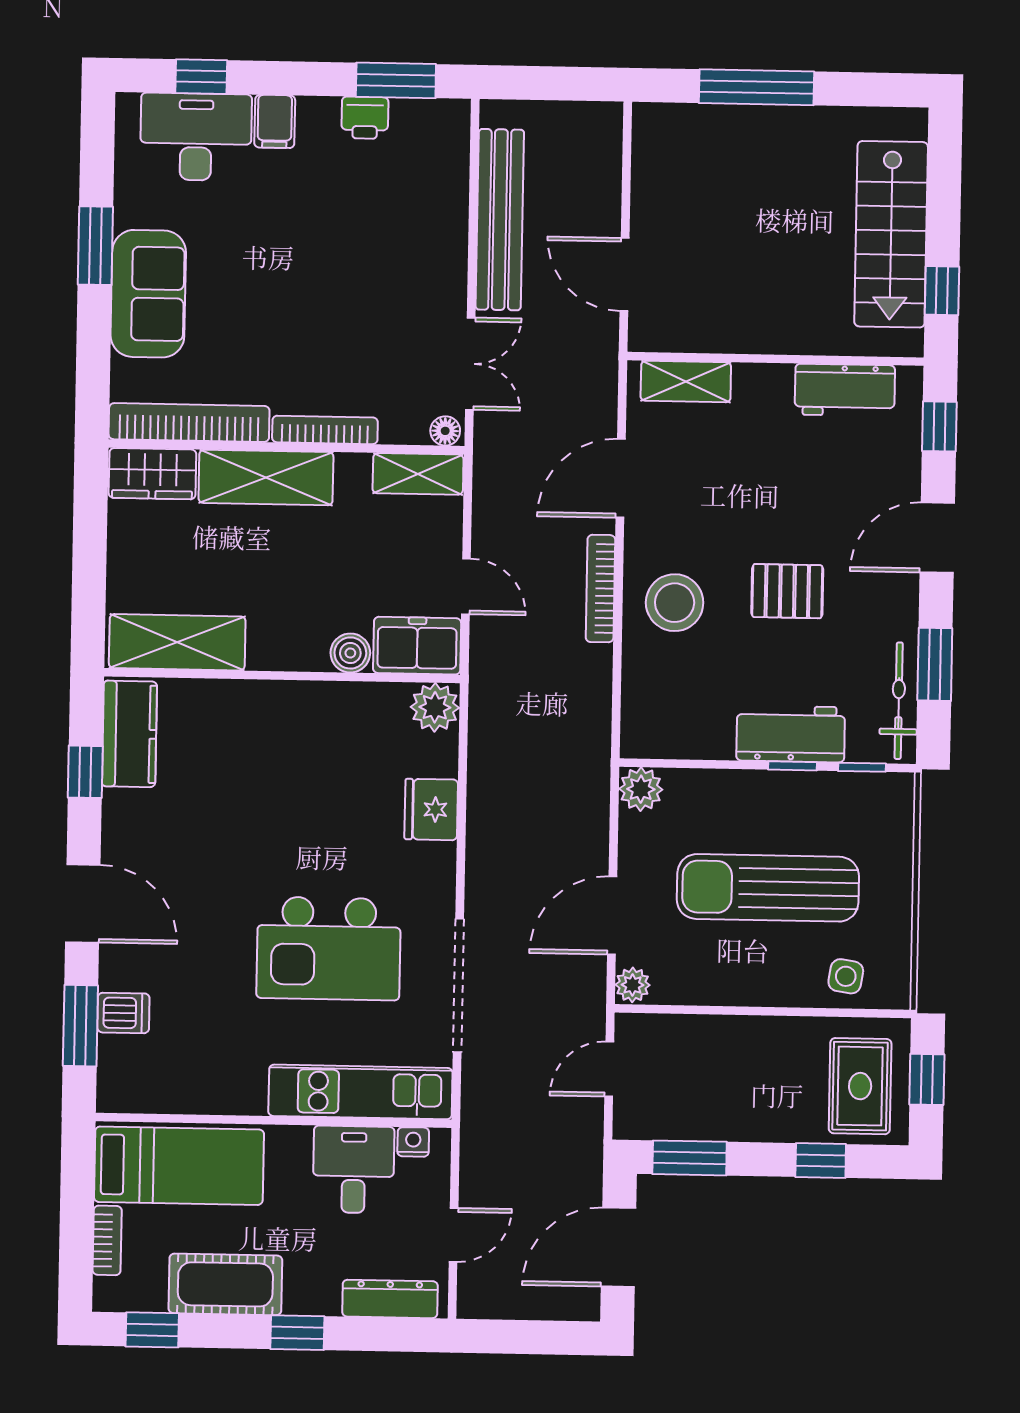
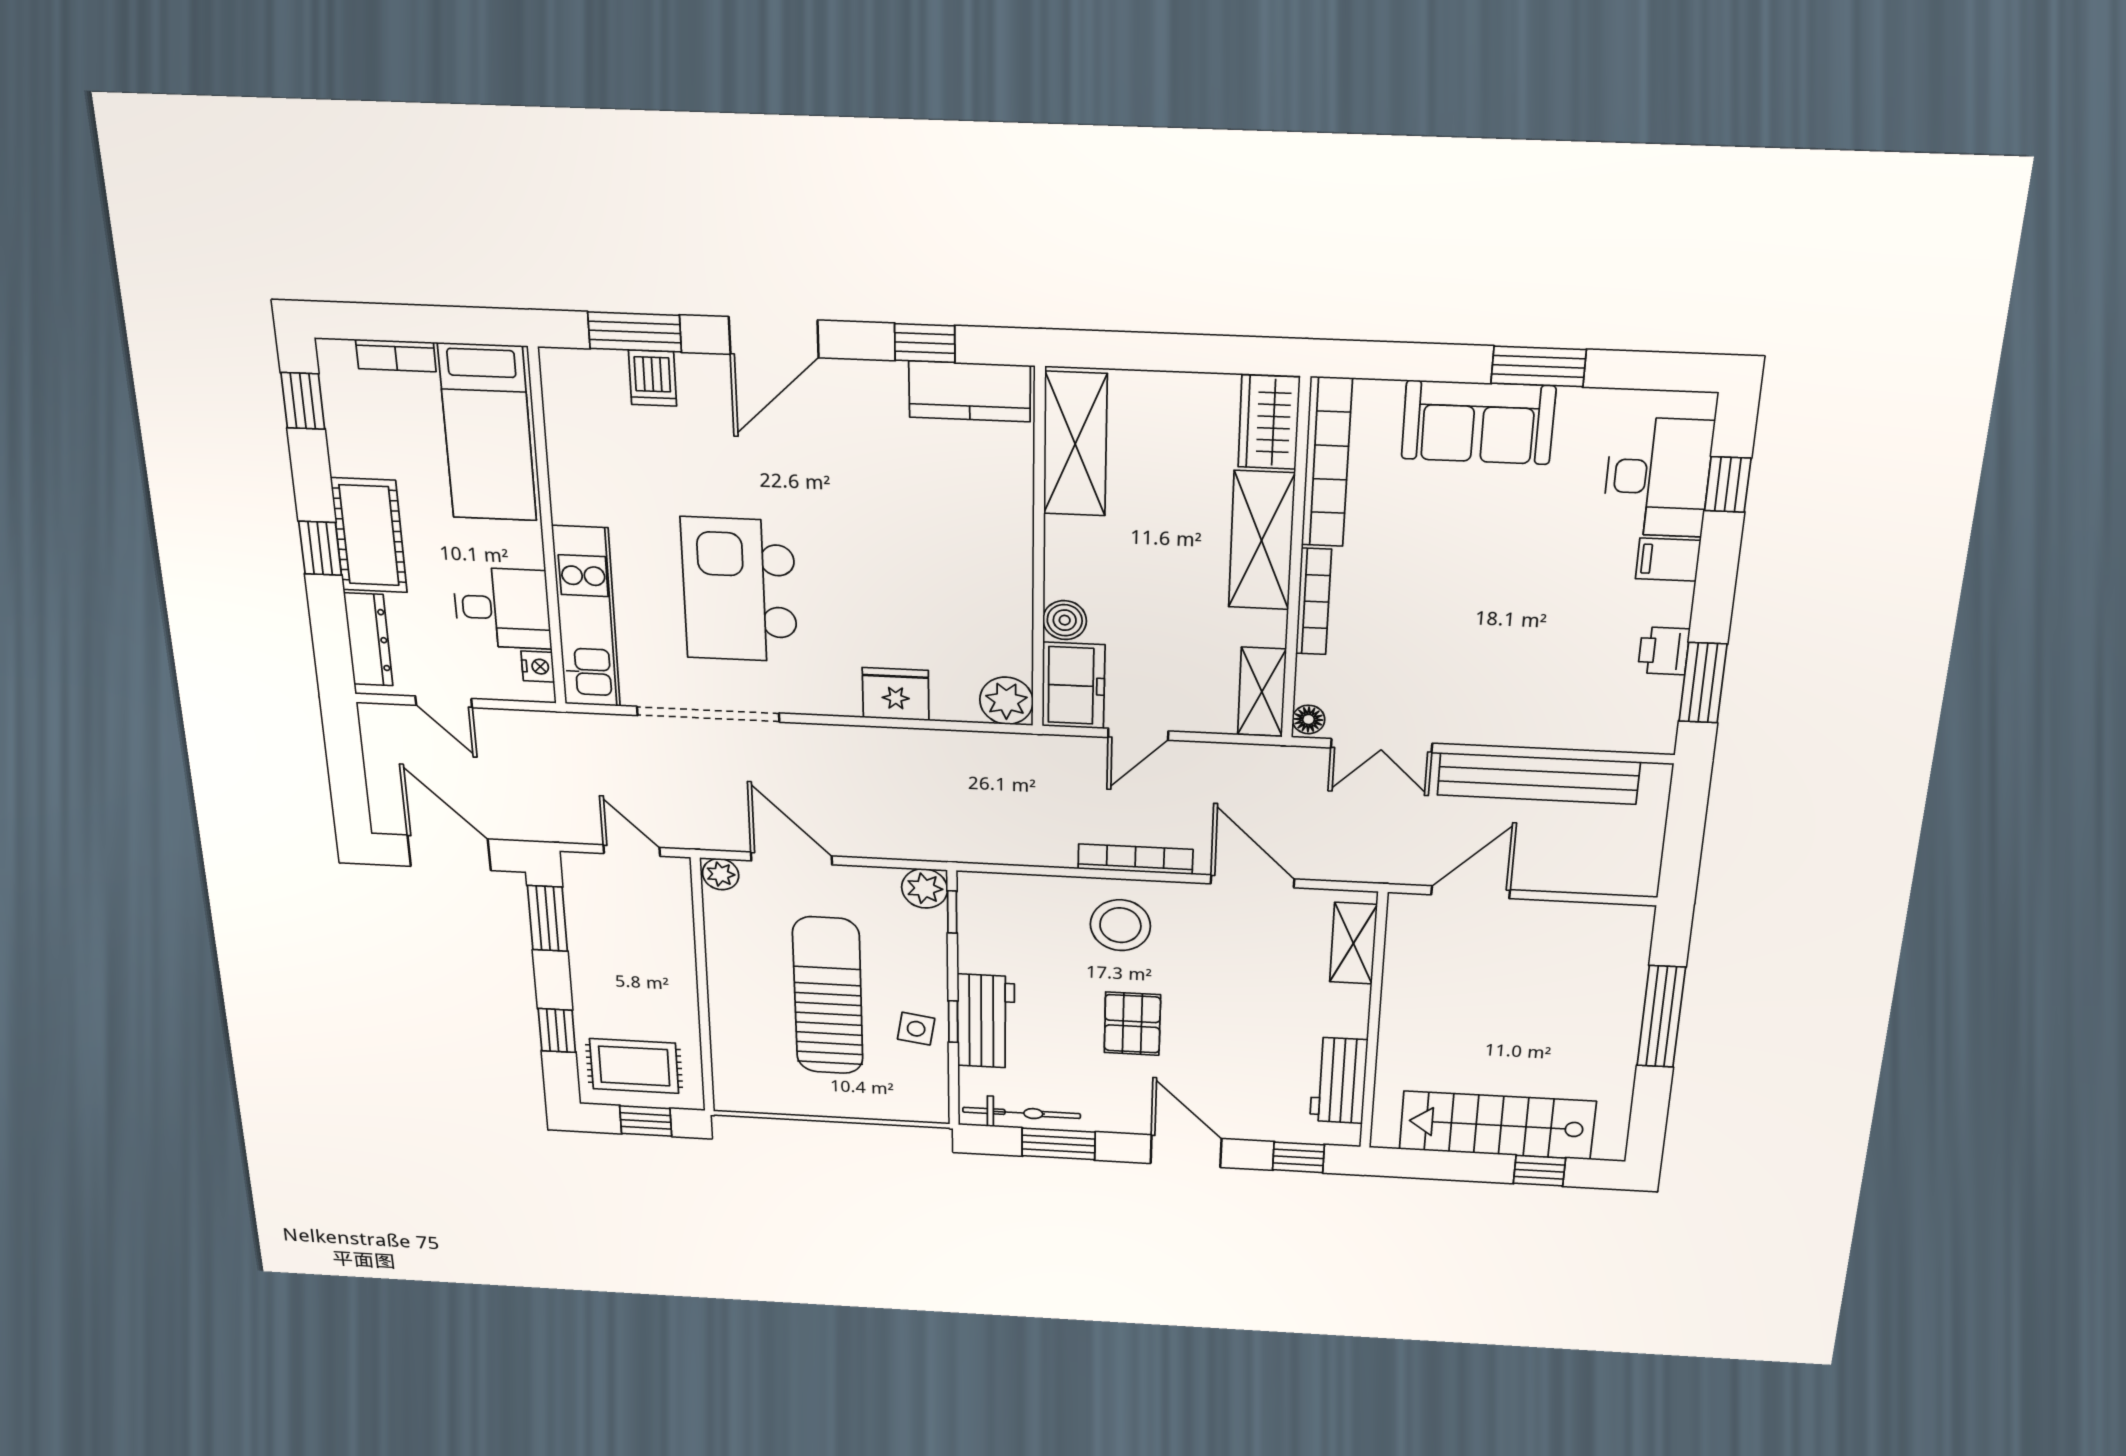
window: (942, 291) -> (1539, 1171), moved
window: (862, 767) -> (952, 912), moved
side table: (846, 976) -> (916, 1029), moved
cot: (225, 1284) -> (369, 535), moved

